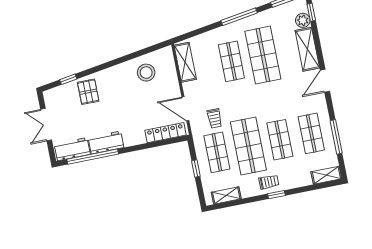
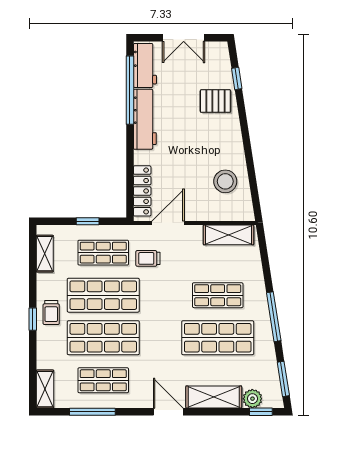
double door: (46, 125) -> (184, 38), swing flipped
shop shelf: (280, 140) -> (103, 338), width x1.43, depth x1.36
workbench: (106, 142) -> (145, 119), width x1.38

